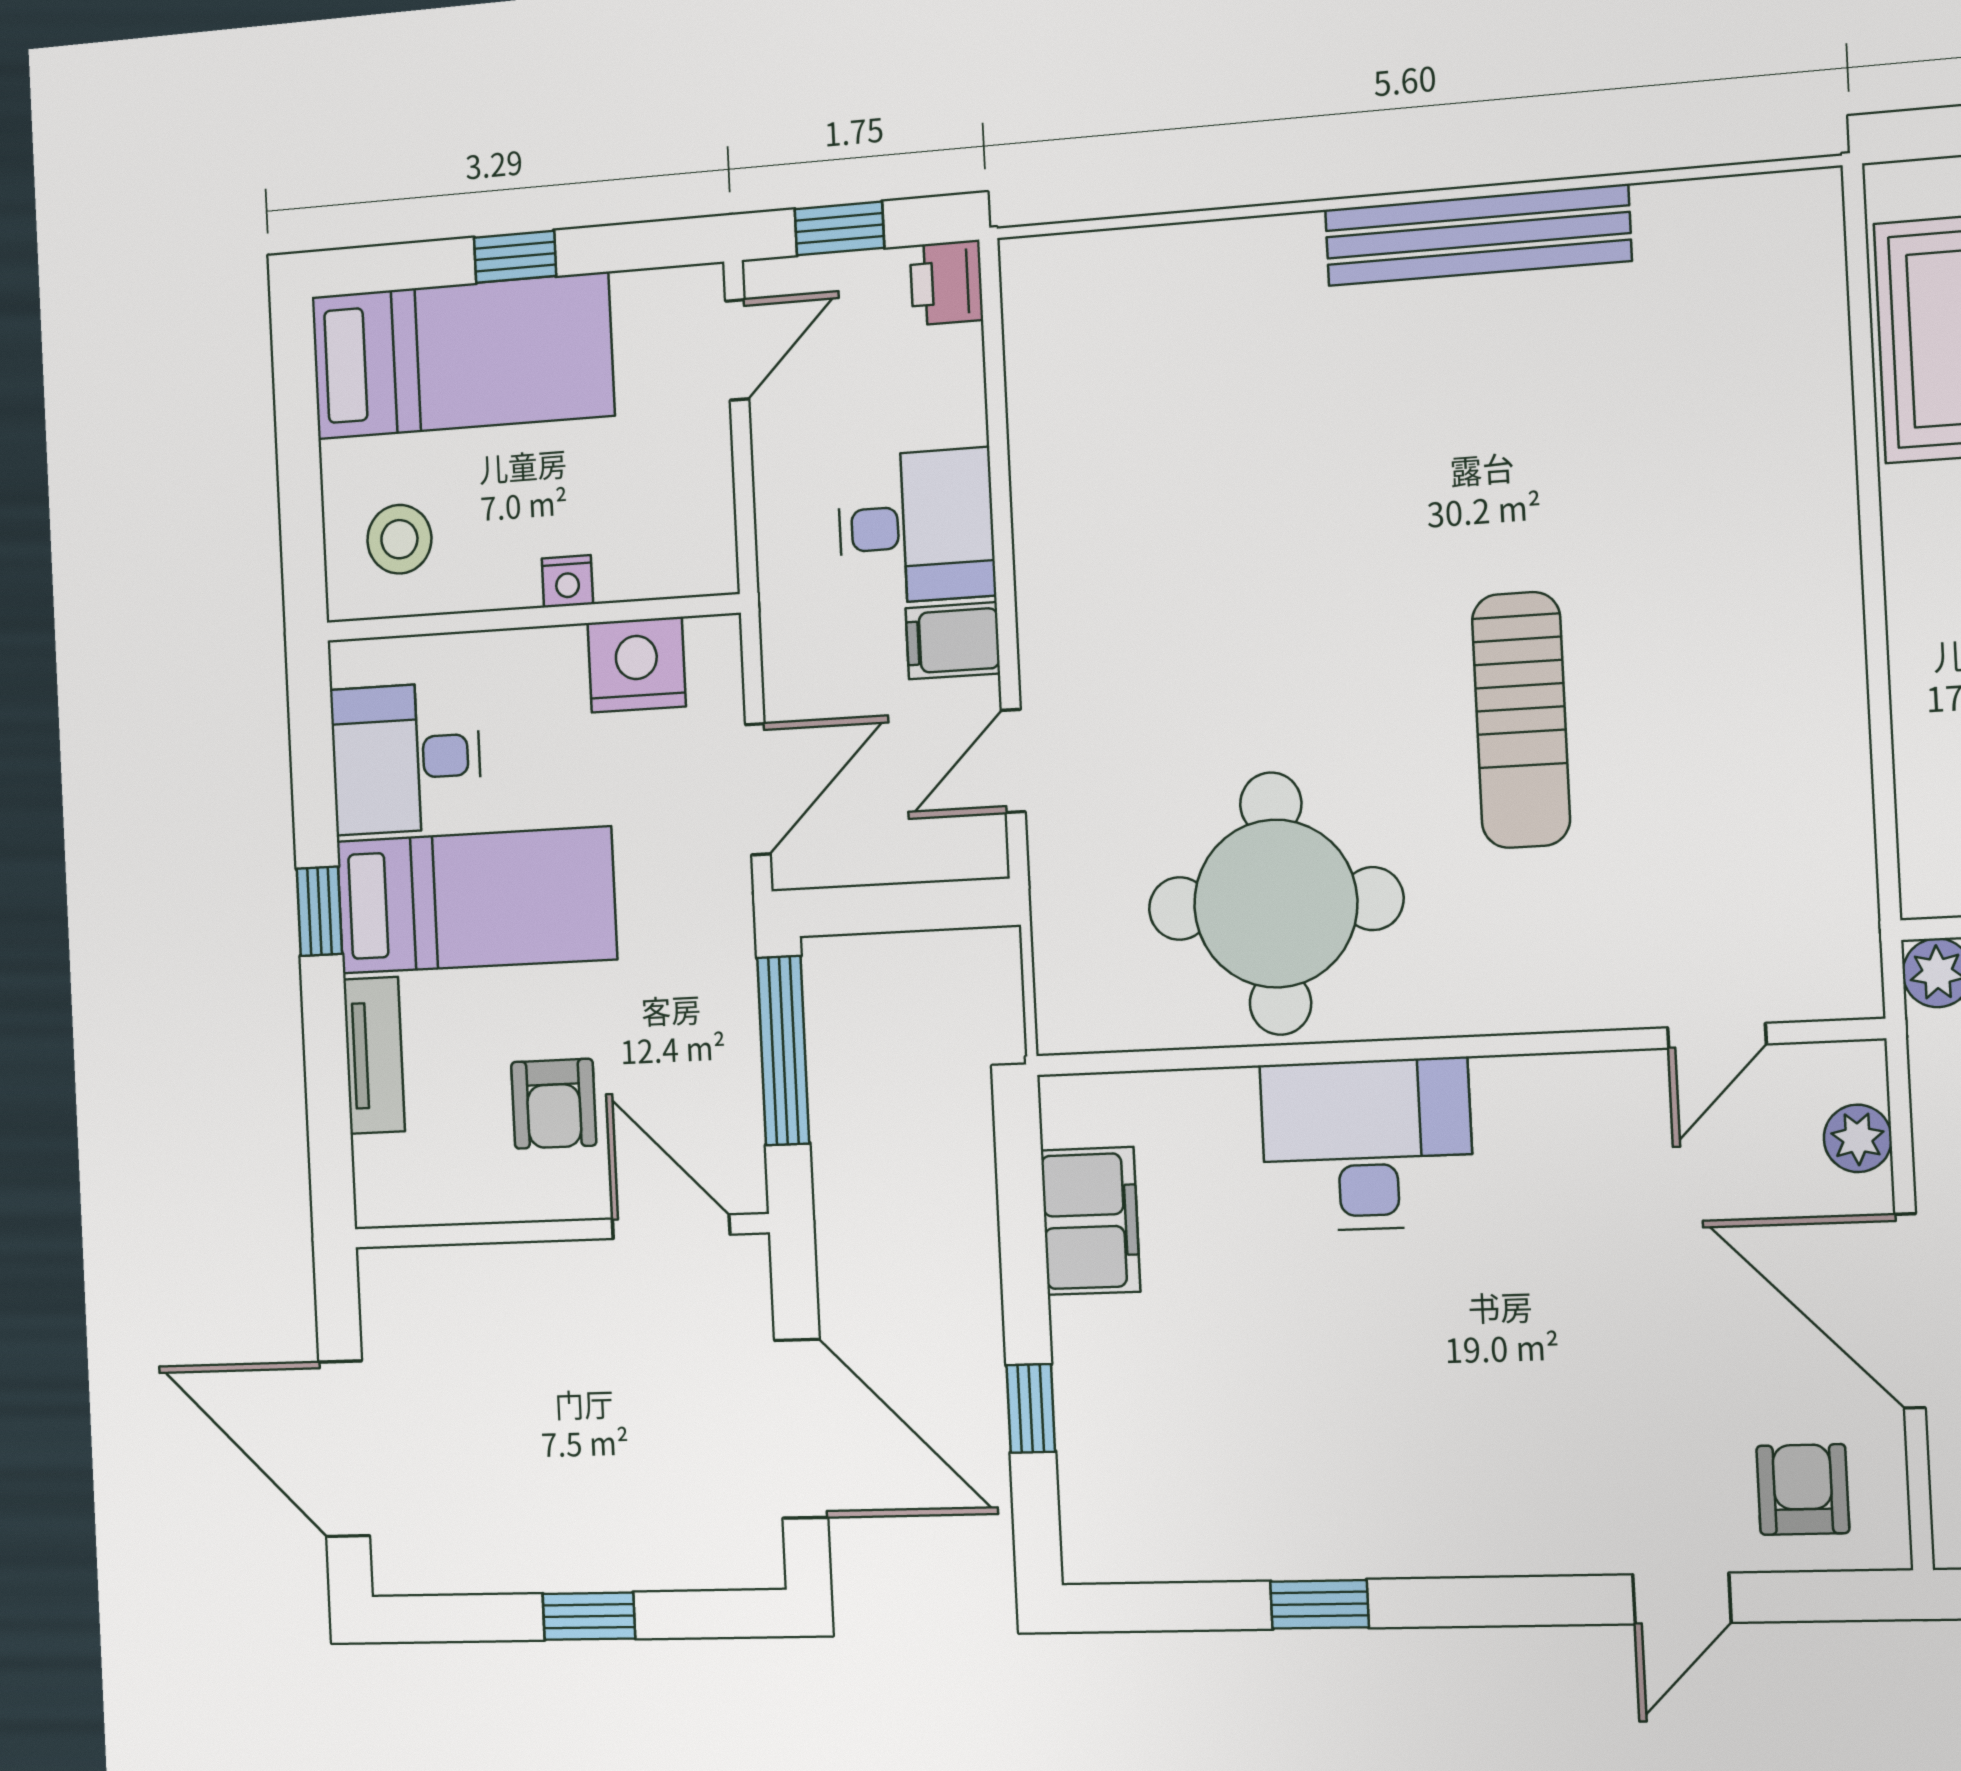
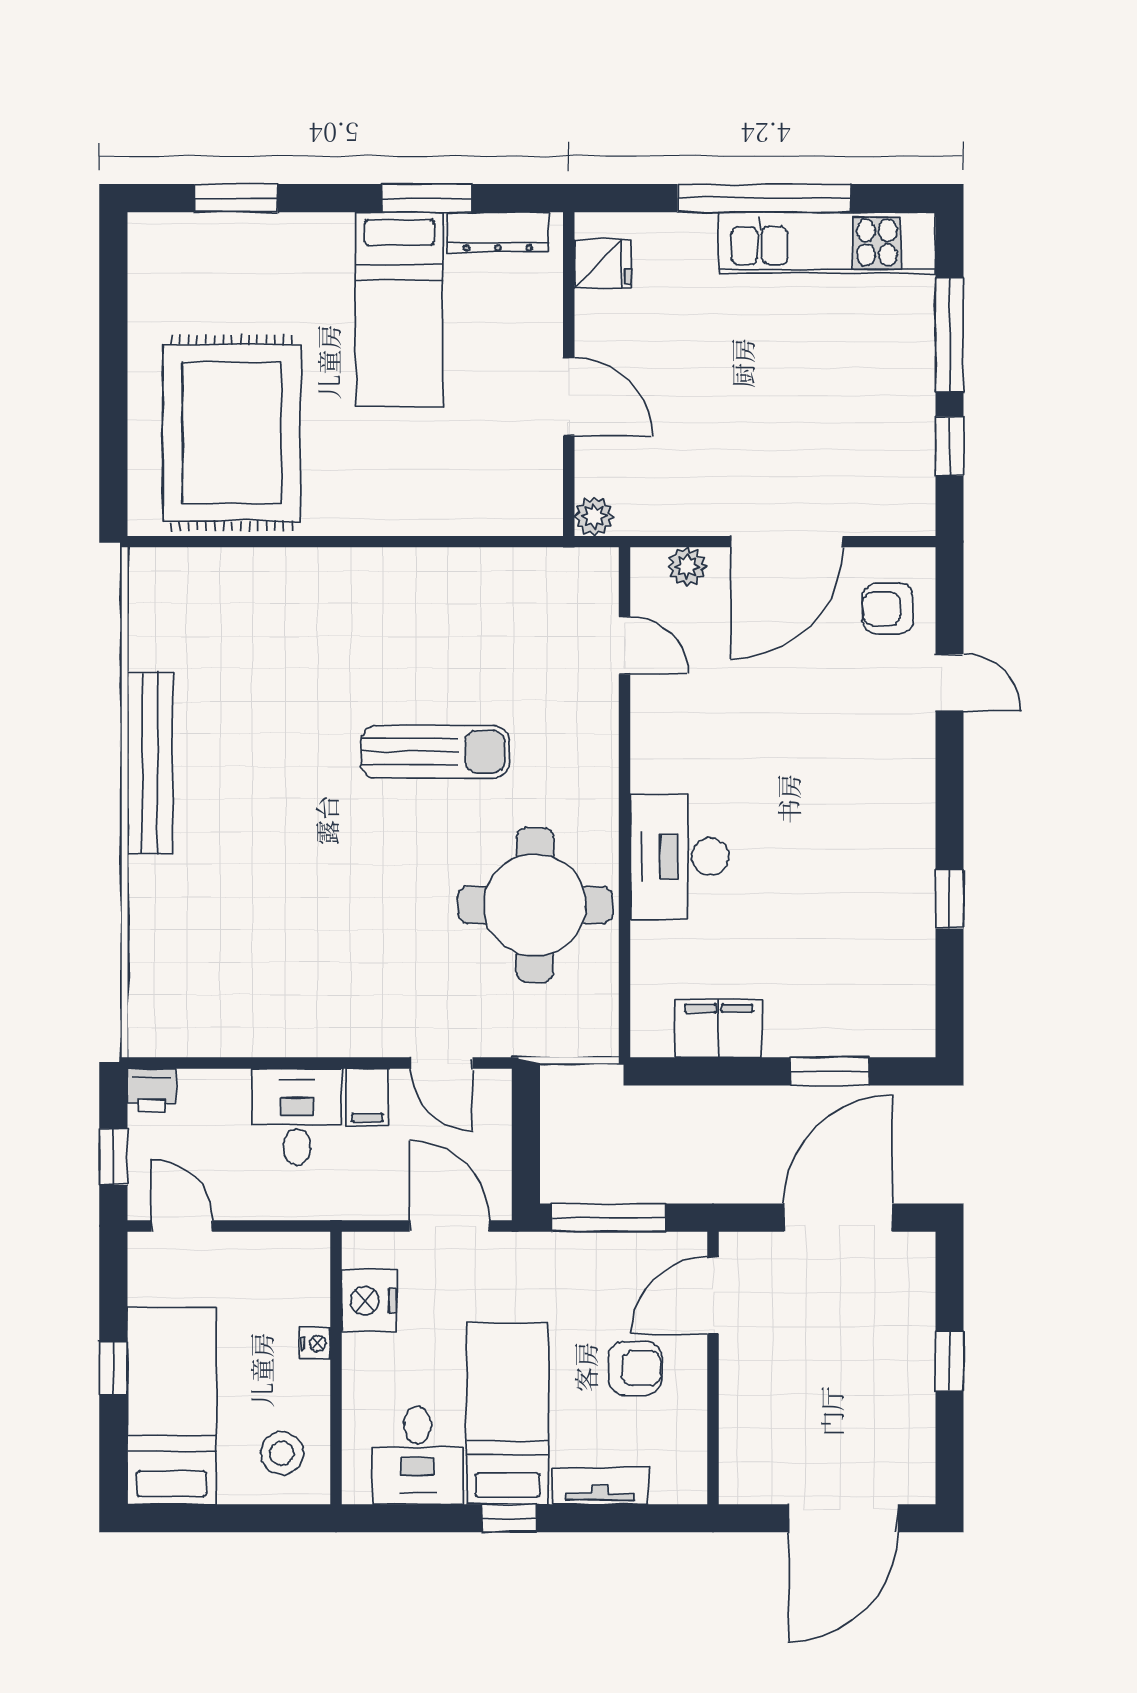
window: (1031, 1408) -> (830, 1071), width x1.50

